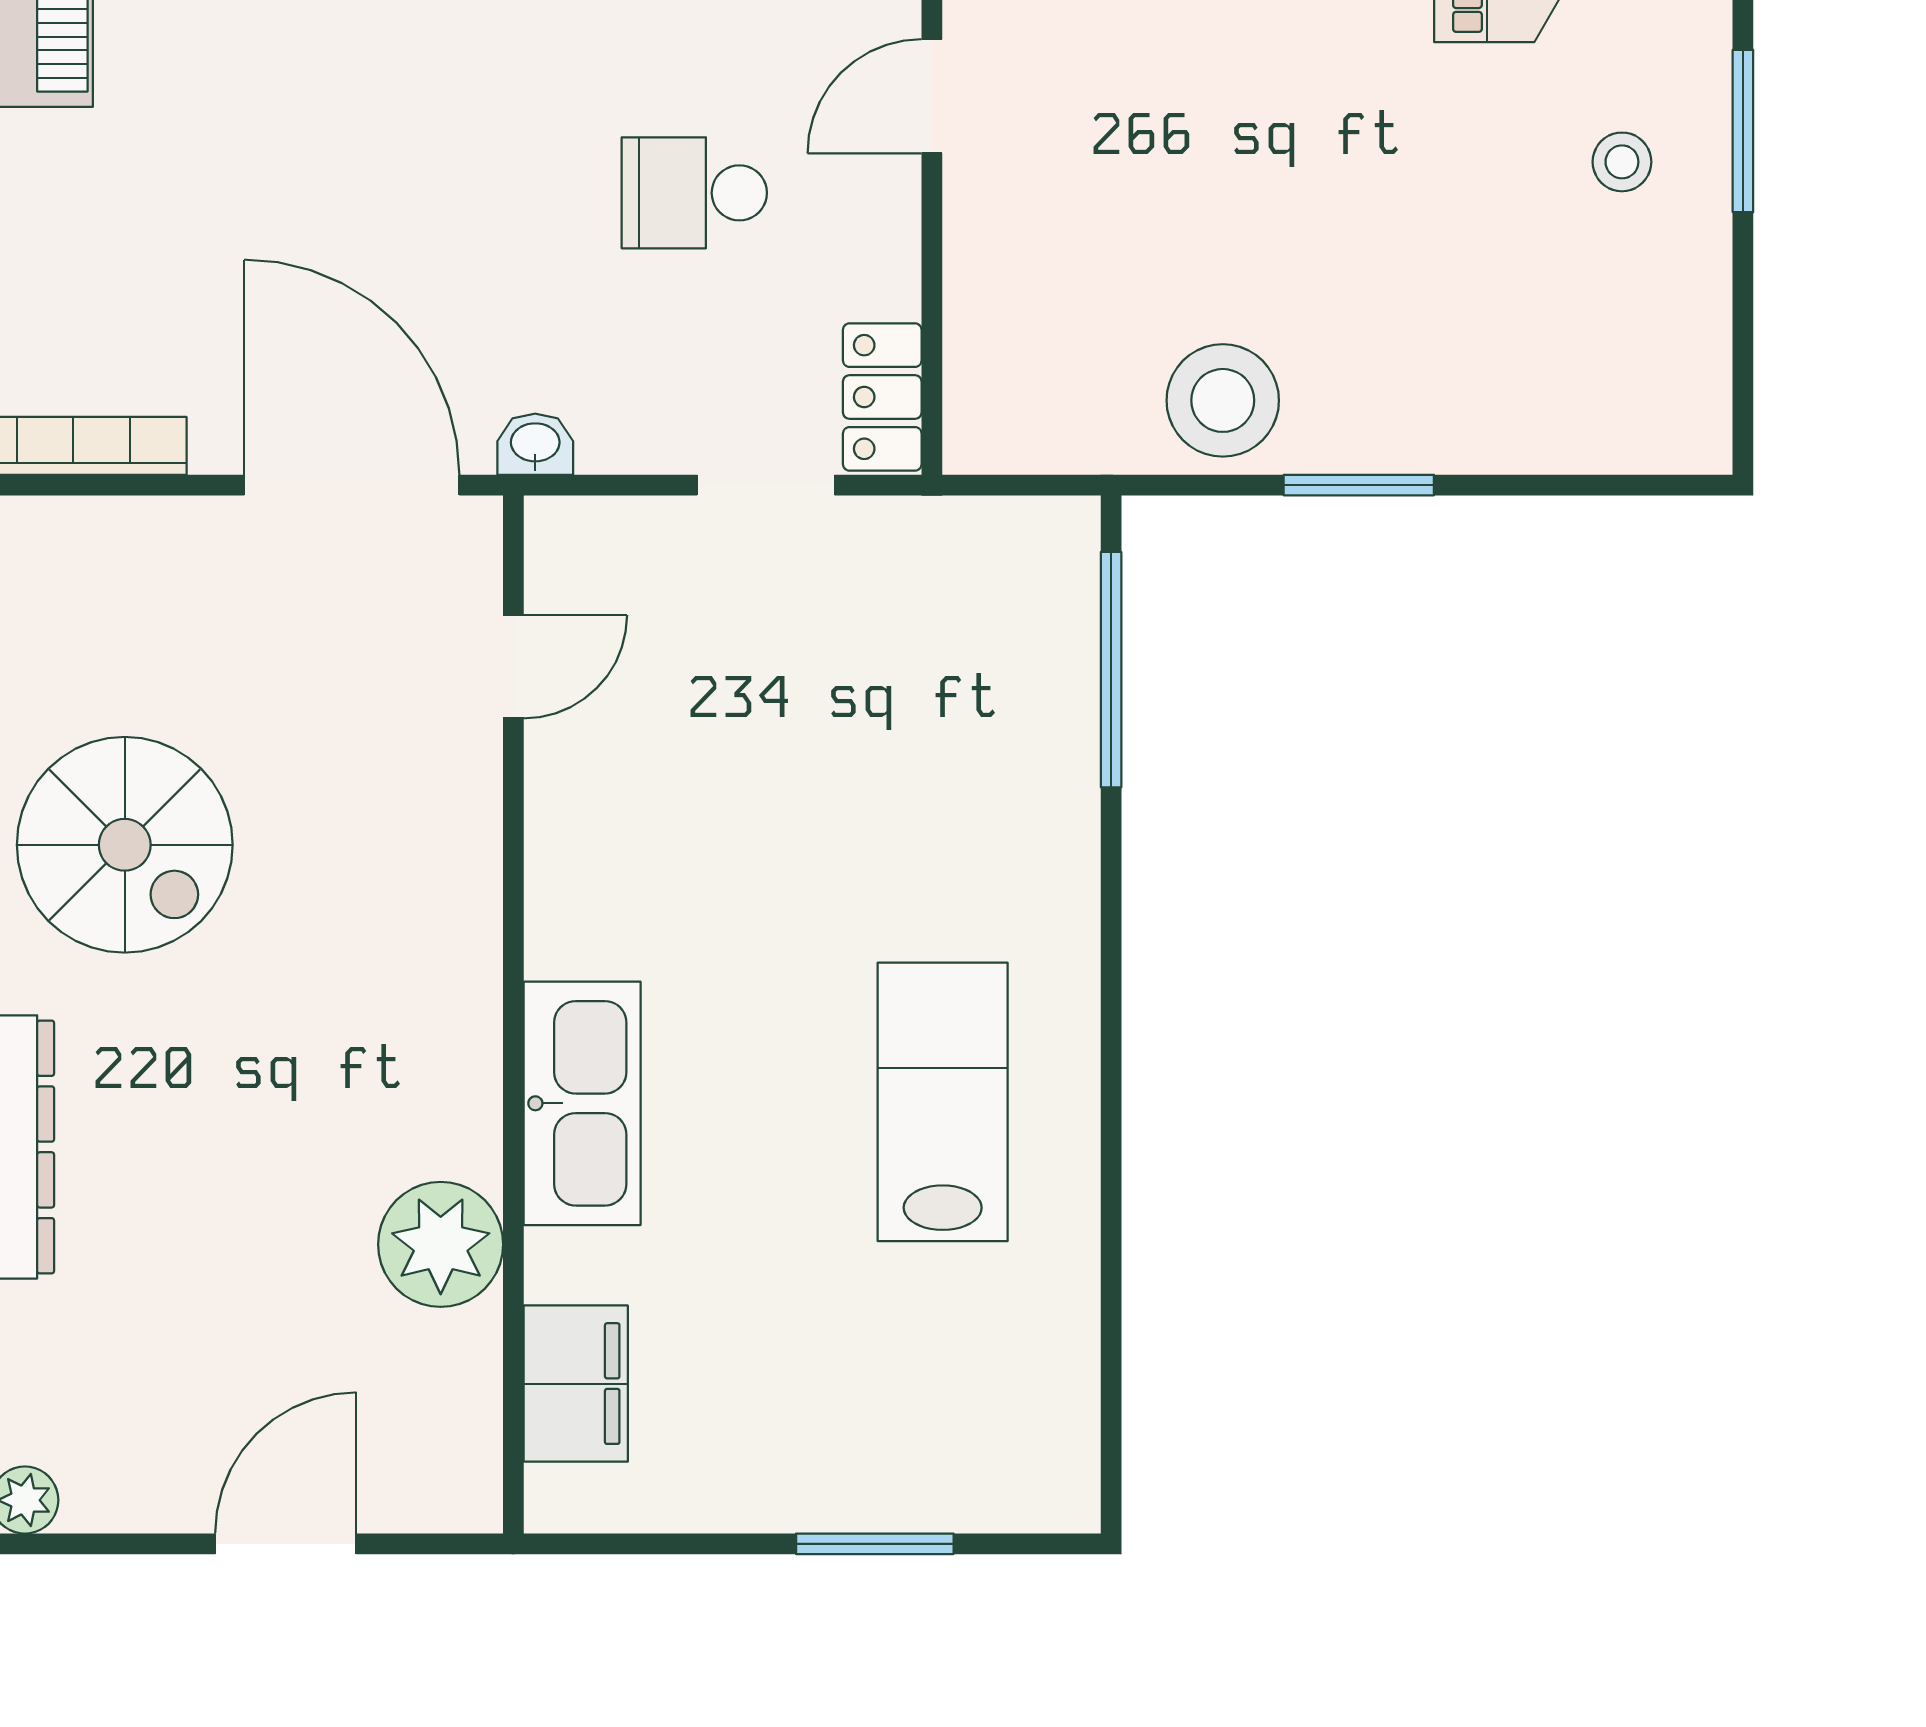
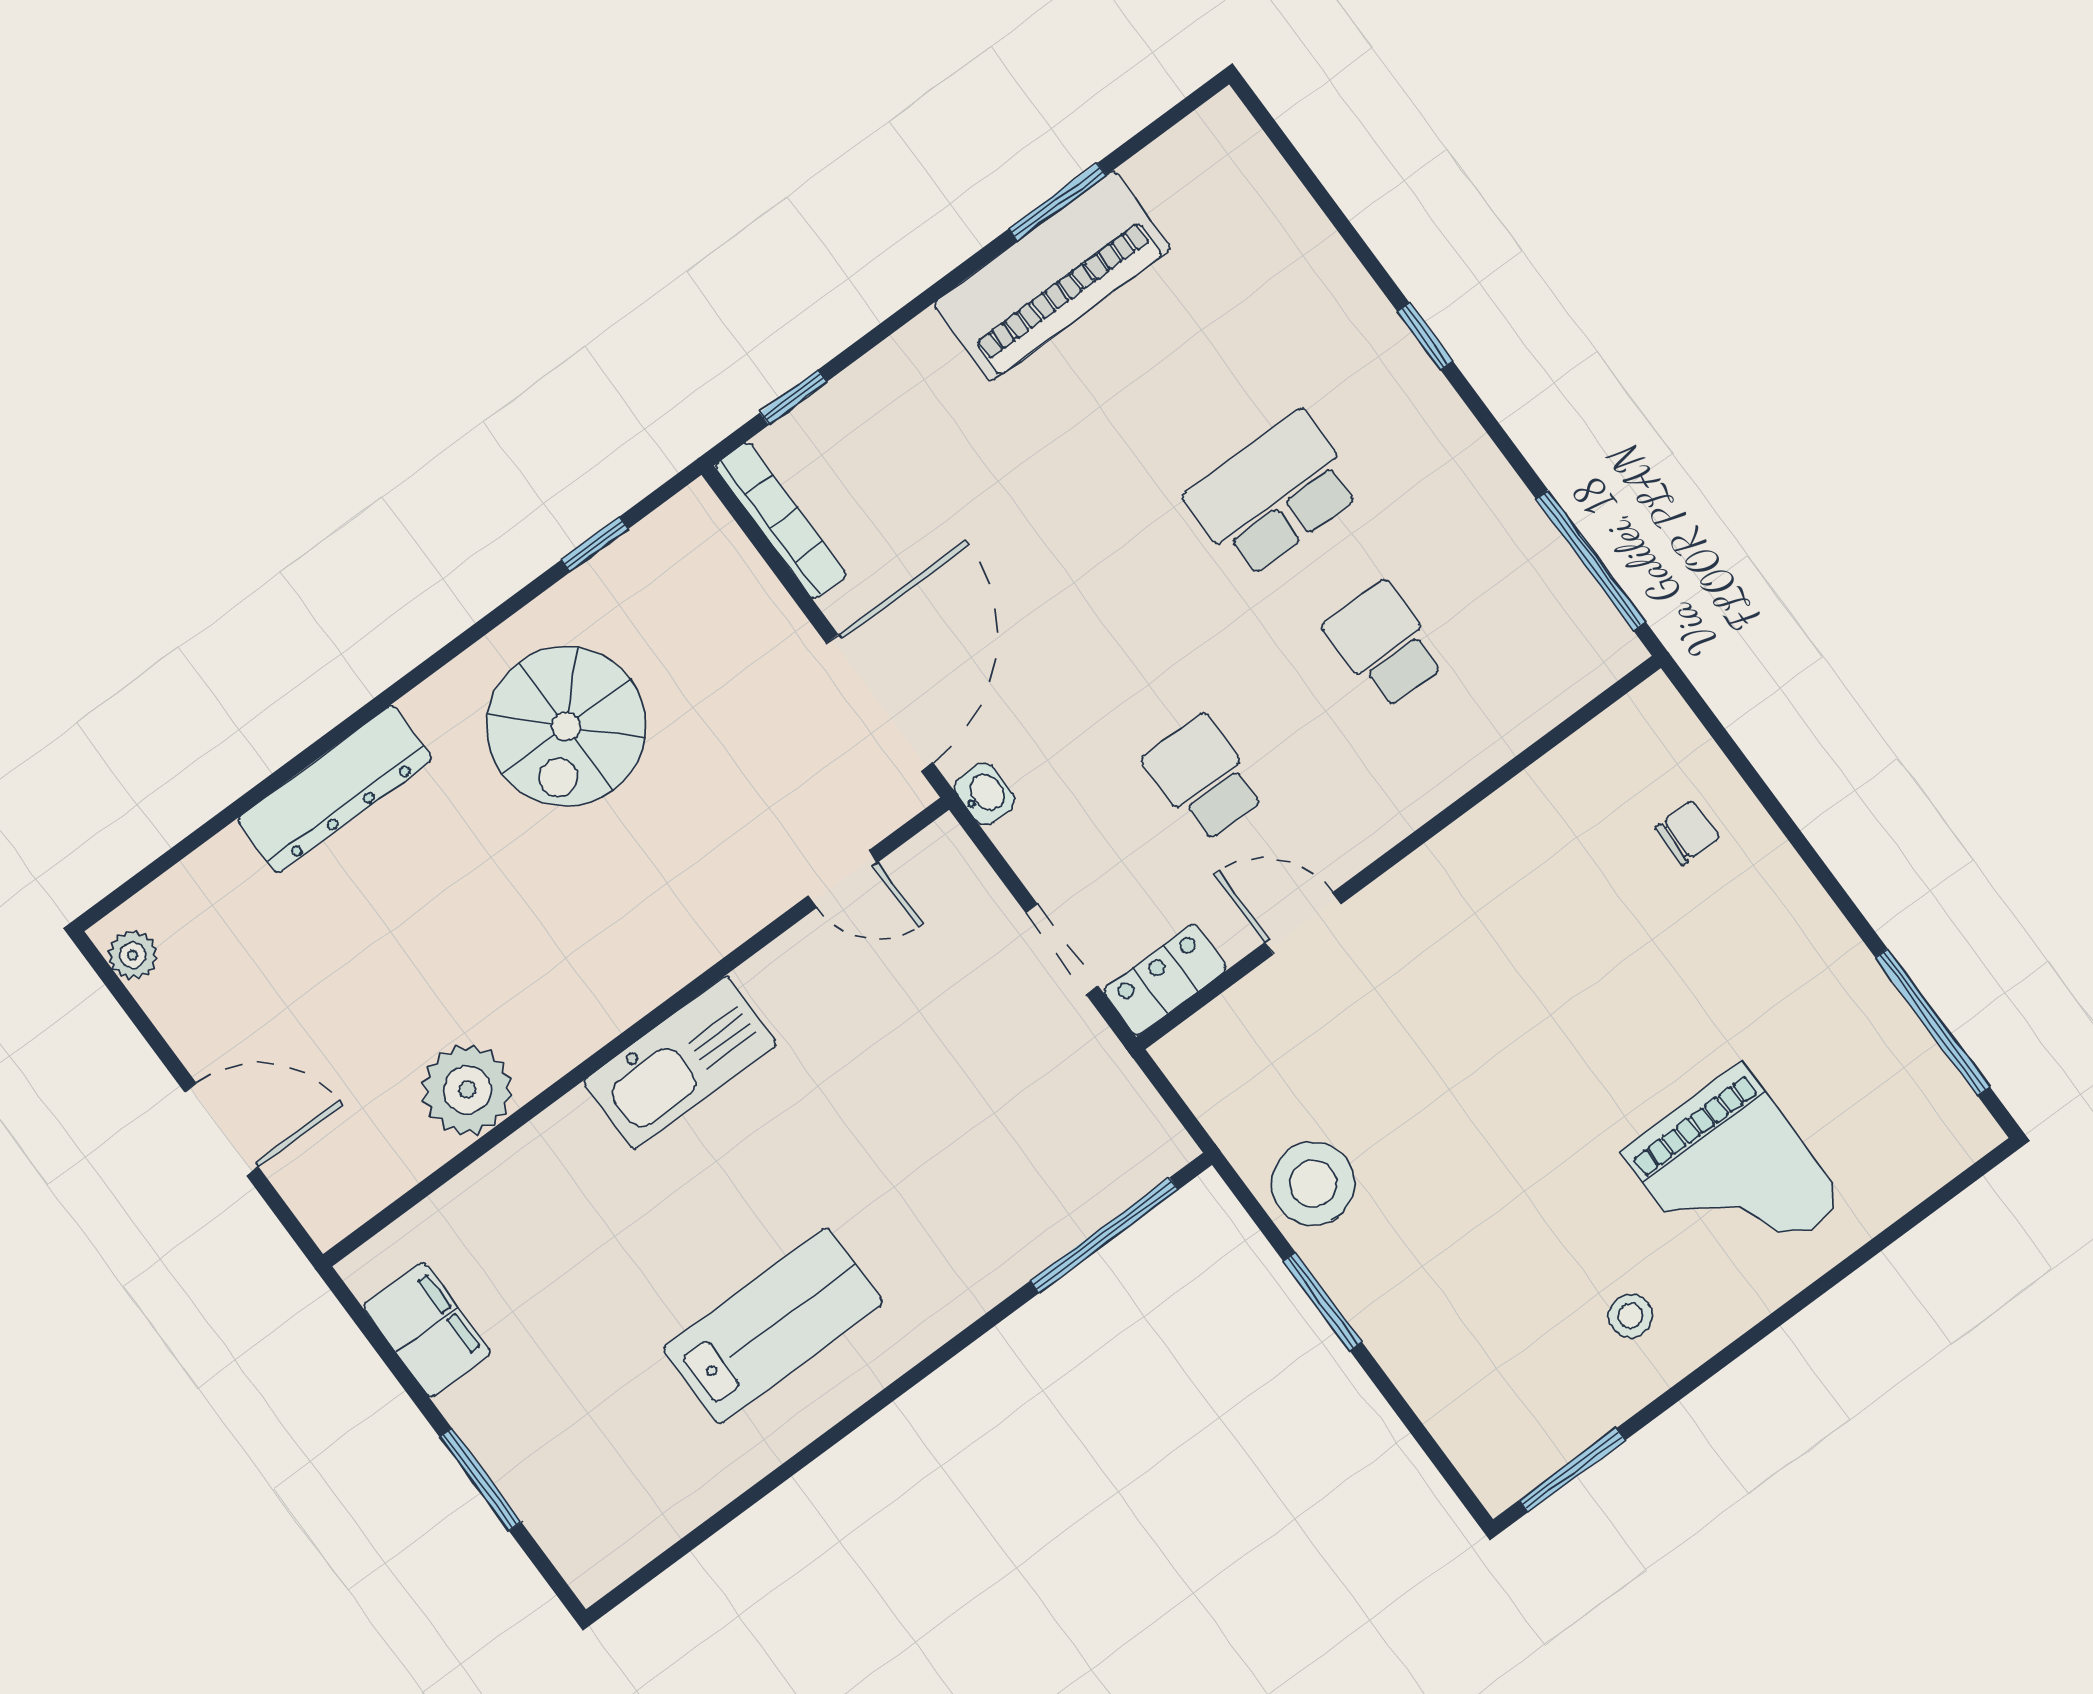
door: (932, 96) -> (1303, 923), moved
window: (1743, 131) -> (1572, 1470), moved
kitchen sink: (582, 1103) -> (680, 1063), moved
filing cabinet: (576, 1384) -> (427, 1330), moved, turned -90

